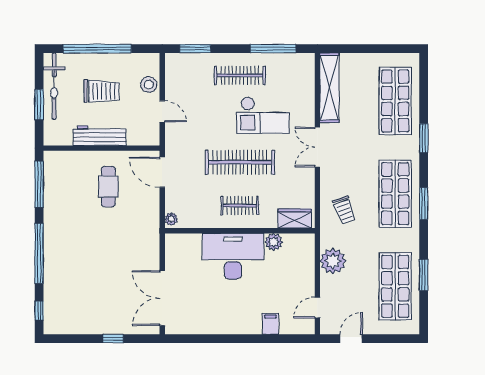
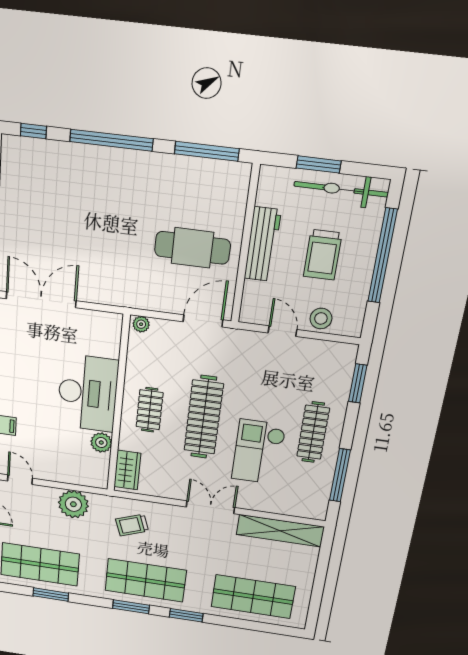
door: (162, 111) -> (282, 331), swing flipped
window: (424, 138) -> (186, 615), moved
cafe table: (108, 187) -> (192, 248), width x1.37, depth x1.35

